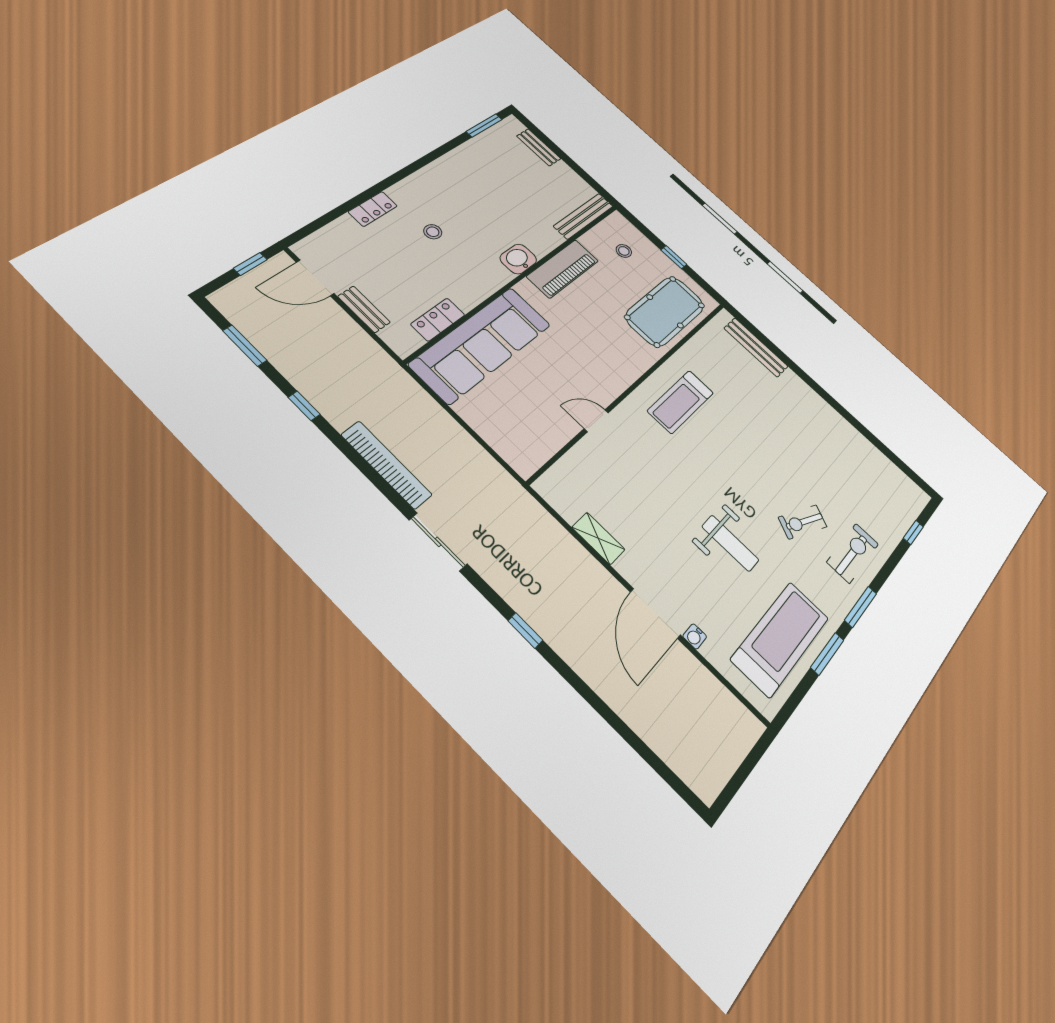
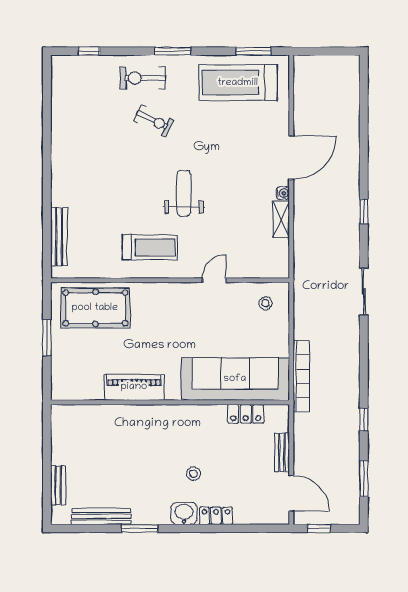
window: (484, 125) -> (140, 528), moved
bench: (584, 216) -> (101, 516), moved
stool: (624, 251) -> (265, 303), moved
window: (674, 257) -> (47, 338), width x1.50
washbasin: (518, 259) -> (184, 513), moved, turned 180
door: (596, 421) -> (214, 280), swing flipped
bookcase: (386, 465) -> (301, 376), moved, turned 180
weight bench: (730, 543) -> (184, 193), moved
water cooler: (695, 636) -> (283, 193), moved
window: (827, 654) -> (253, 51), moved

